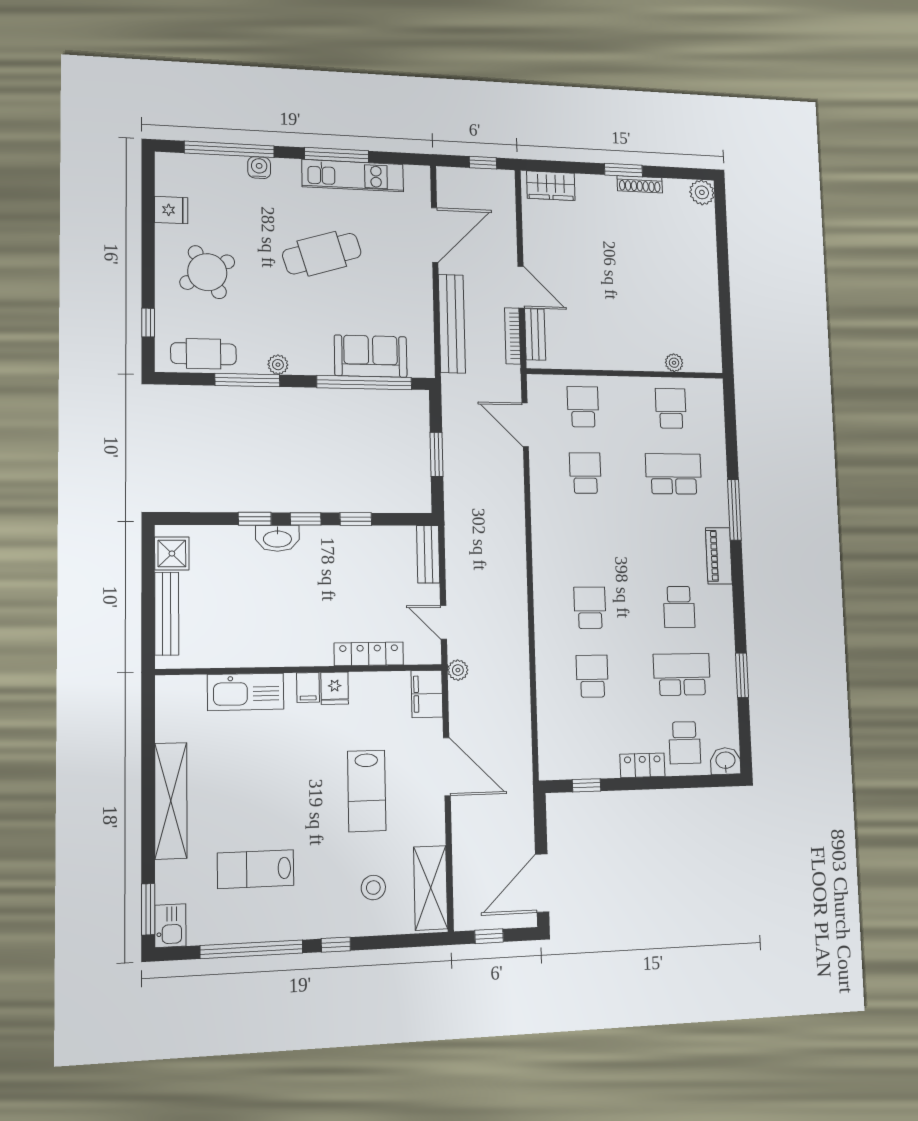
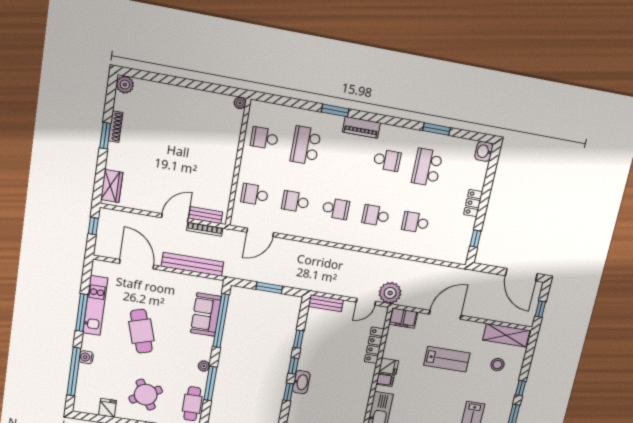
plant: (674, 363) -> (240, 103), moved
window: (734, 510) -> (335, 110), width x0.69
plant: (458, 670) -> (390, 293), width x1.87, depth x1.87
school desk: (685, 743) -> (336, 209), moved

